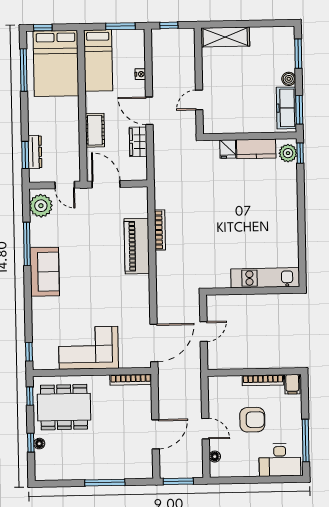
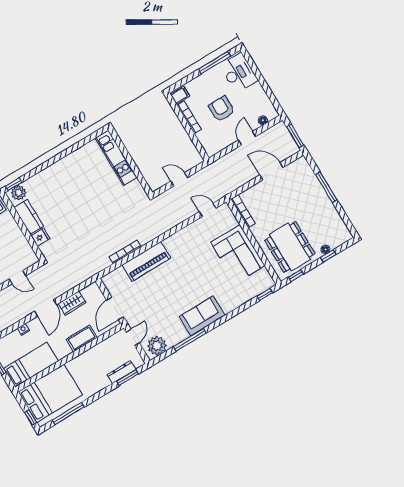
door: (154, 343) -> (208, 210), width x0.53

